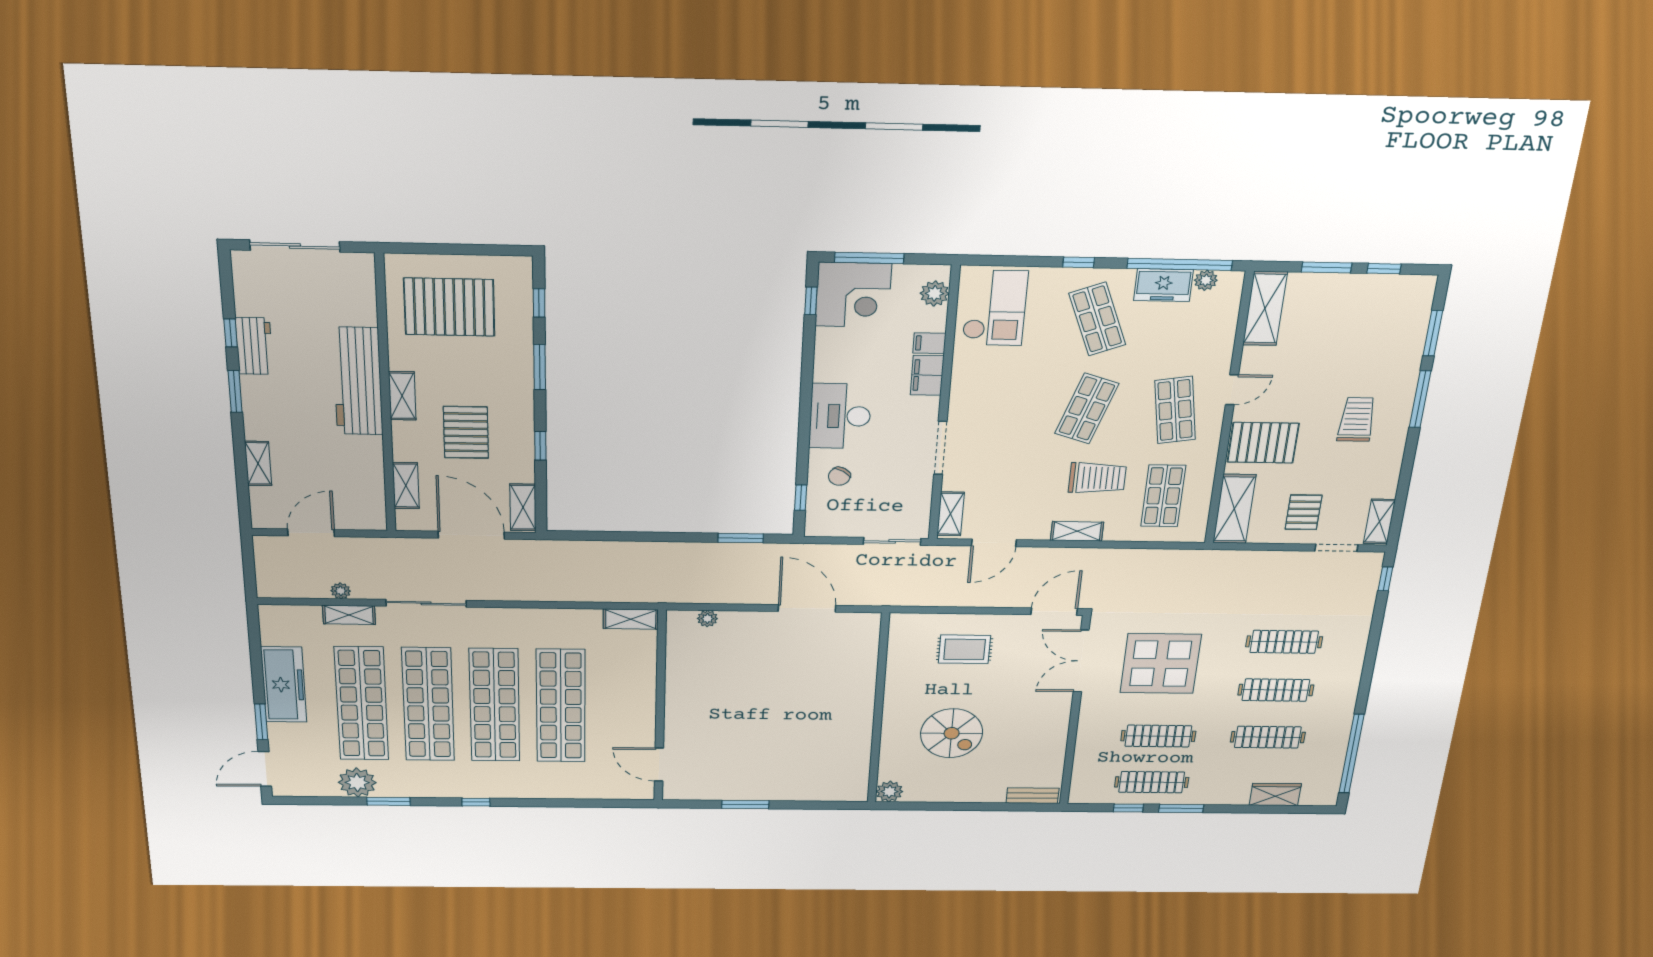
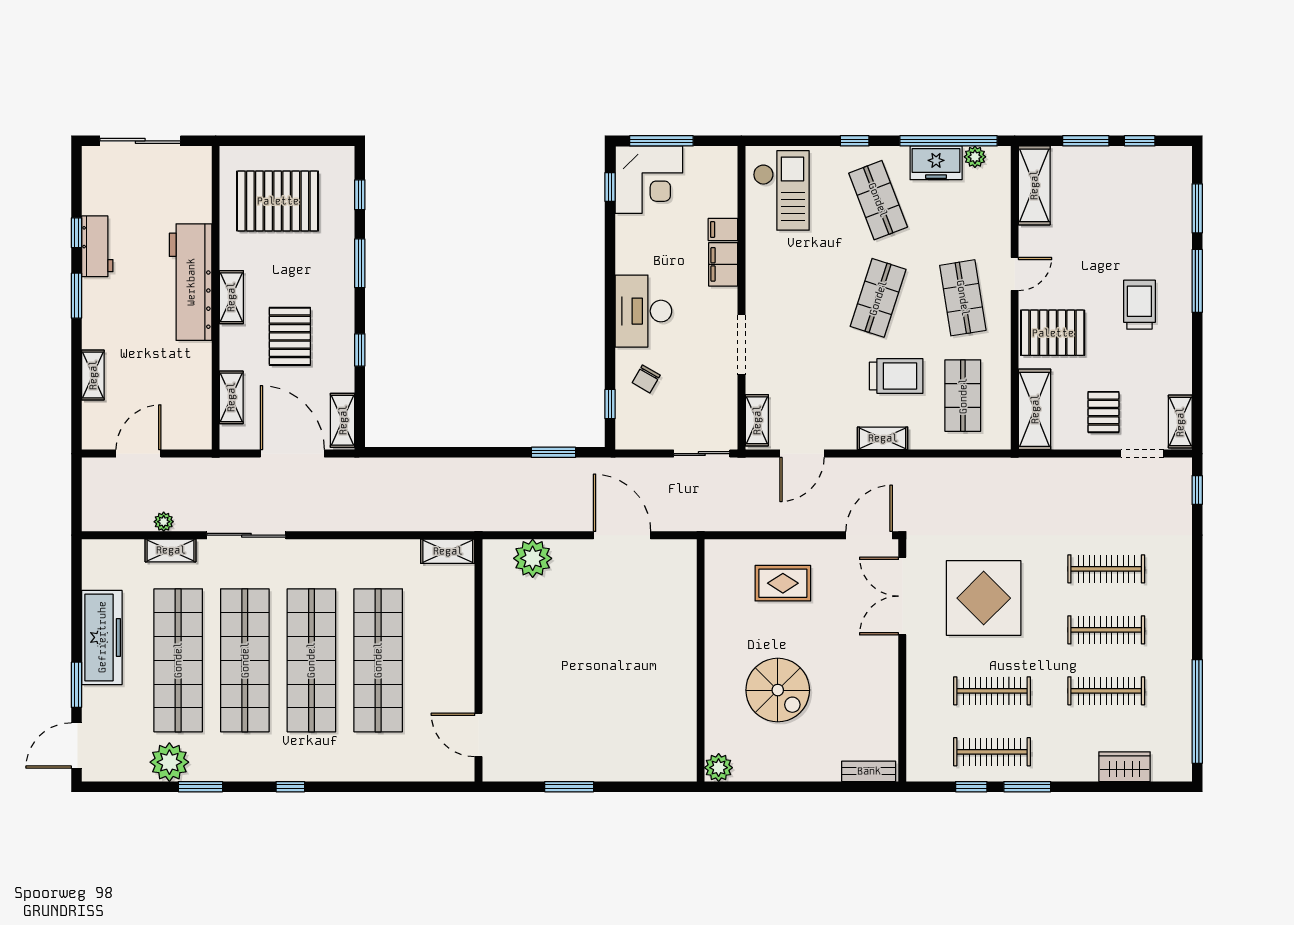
plant: (935, 293) -> (724, 176), removed
plant: (707, 619) -> (533, 558), width x1.87, depth x1.87

